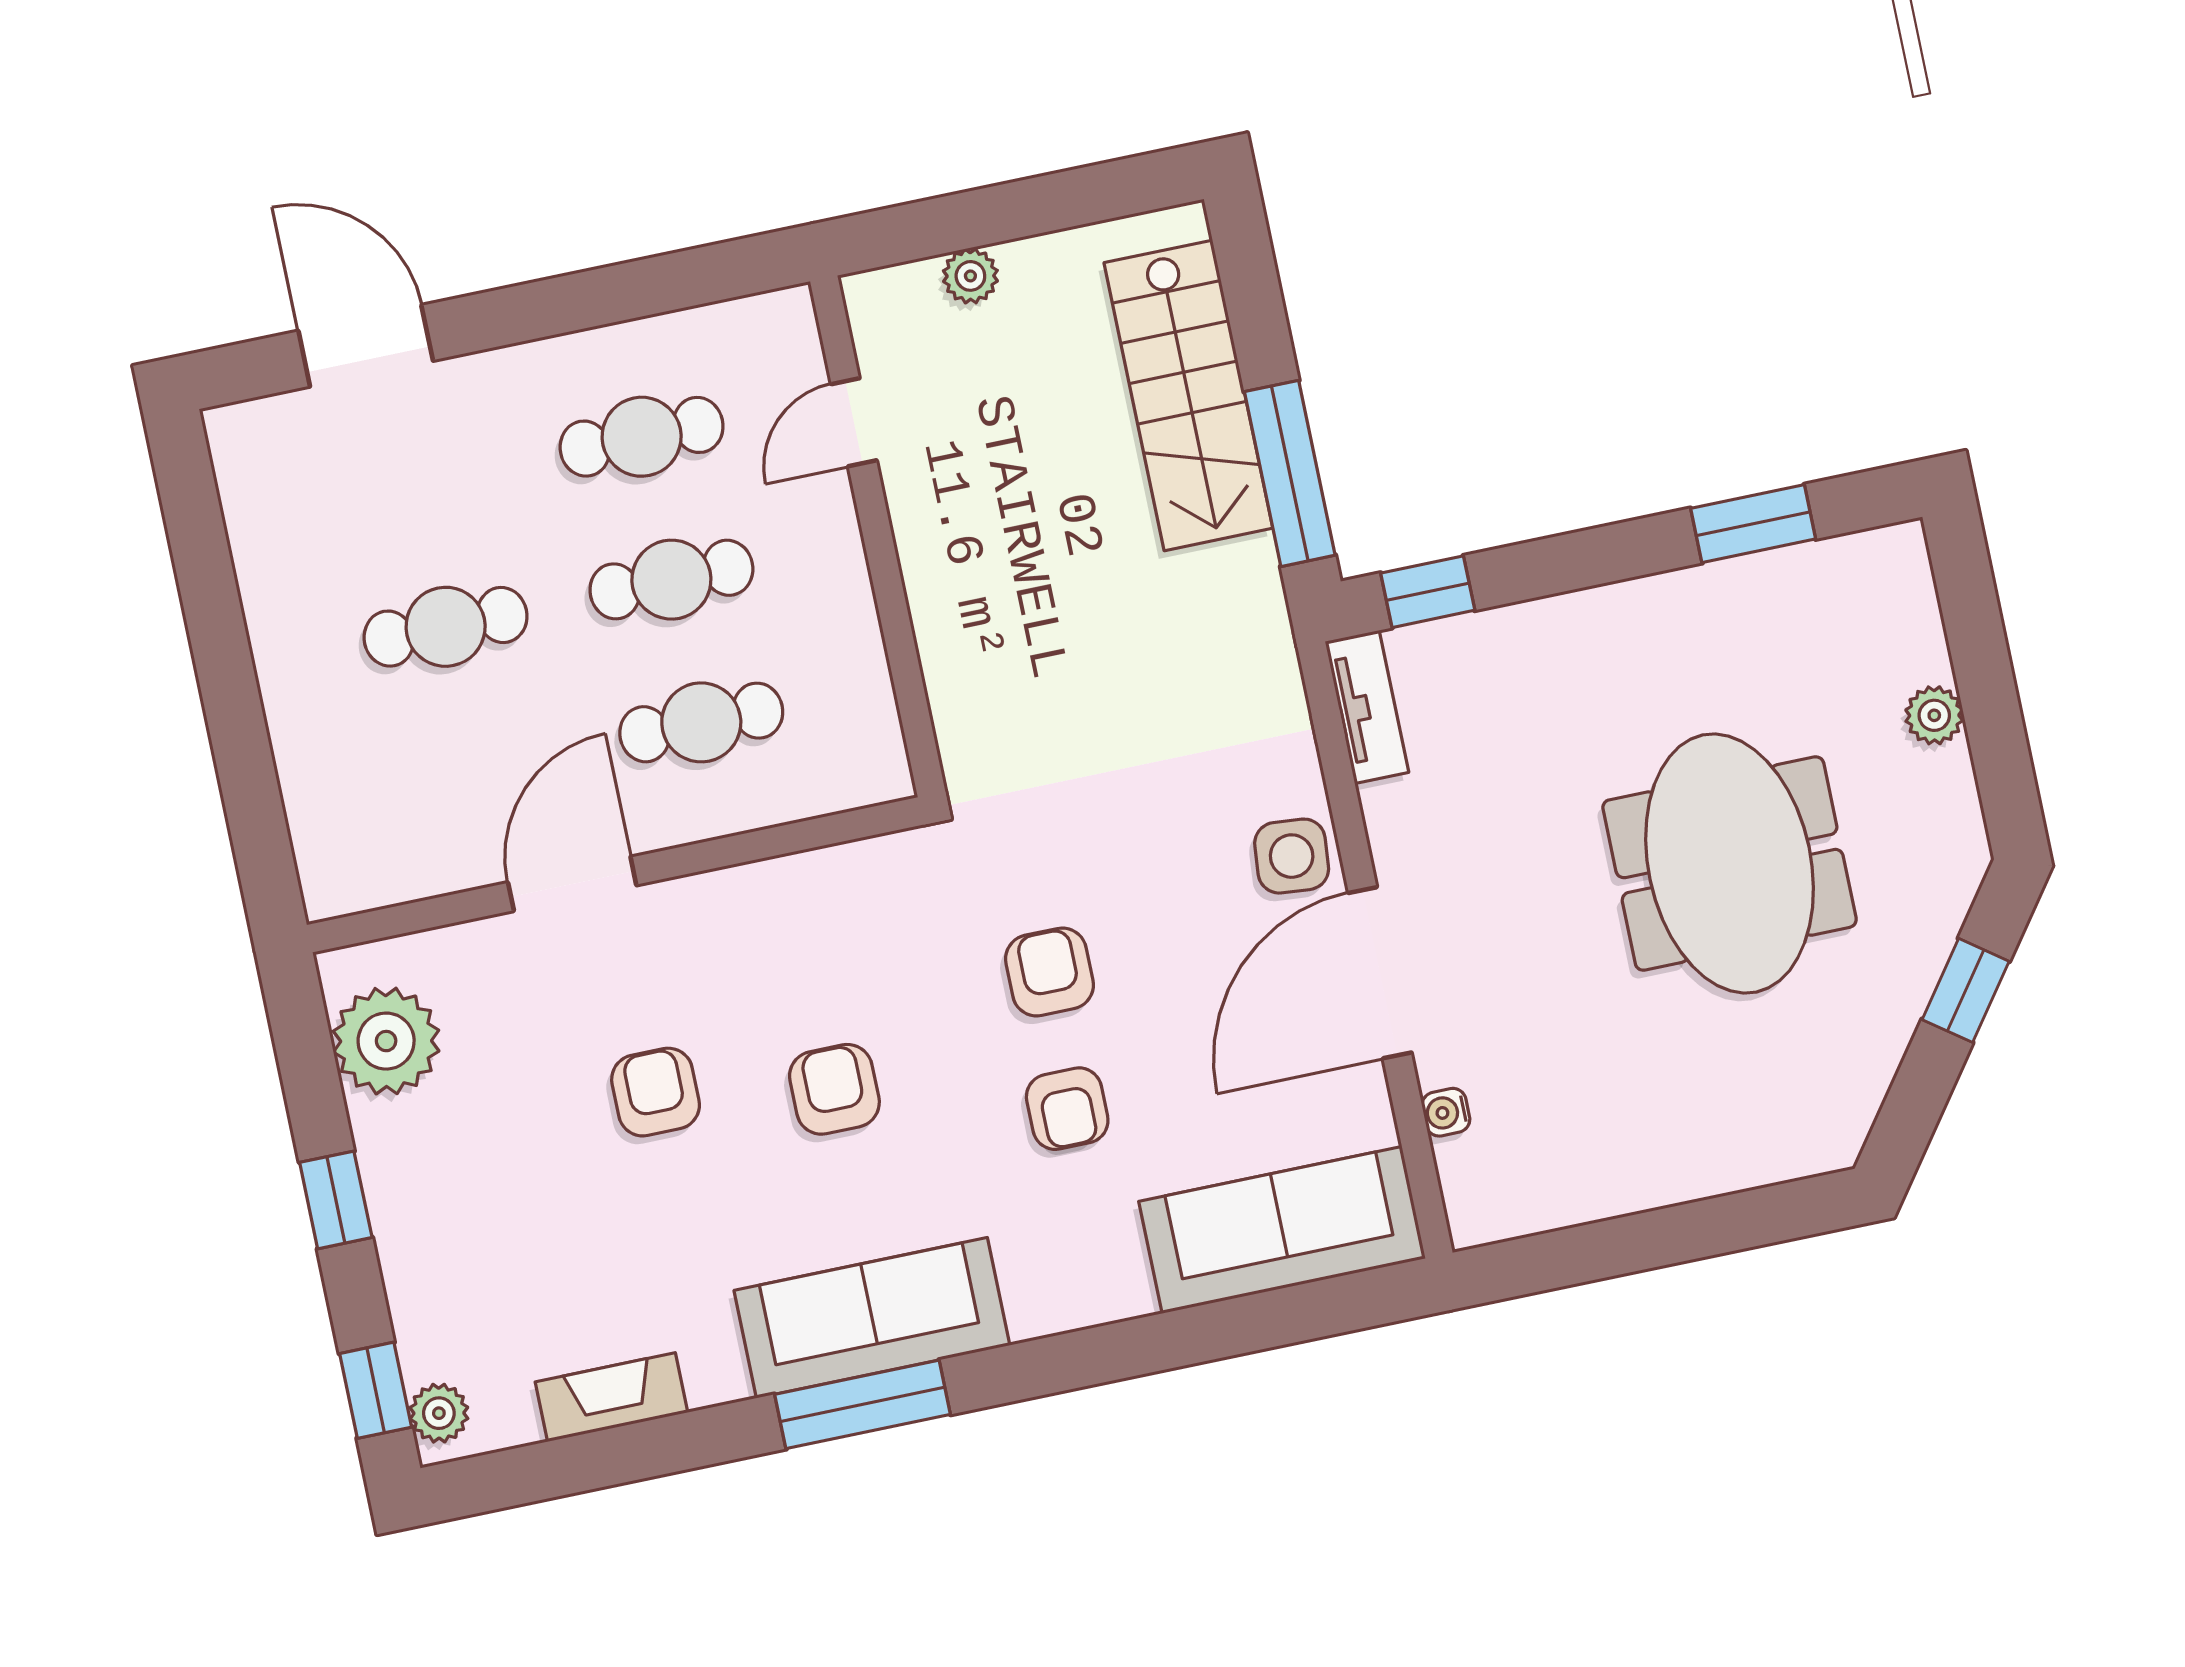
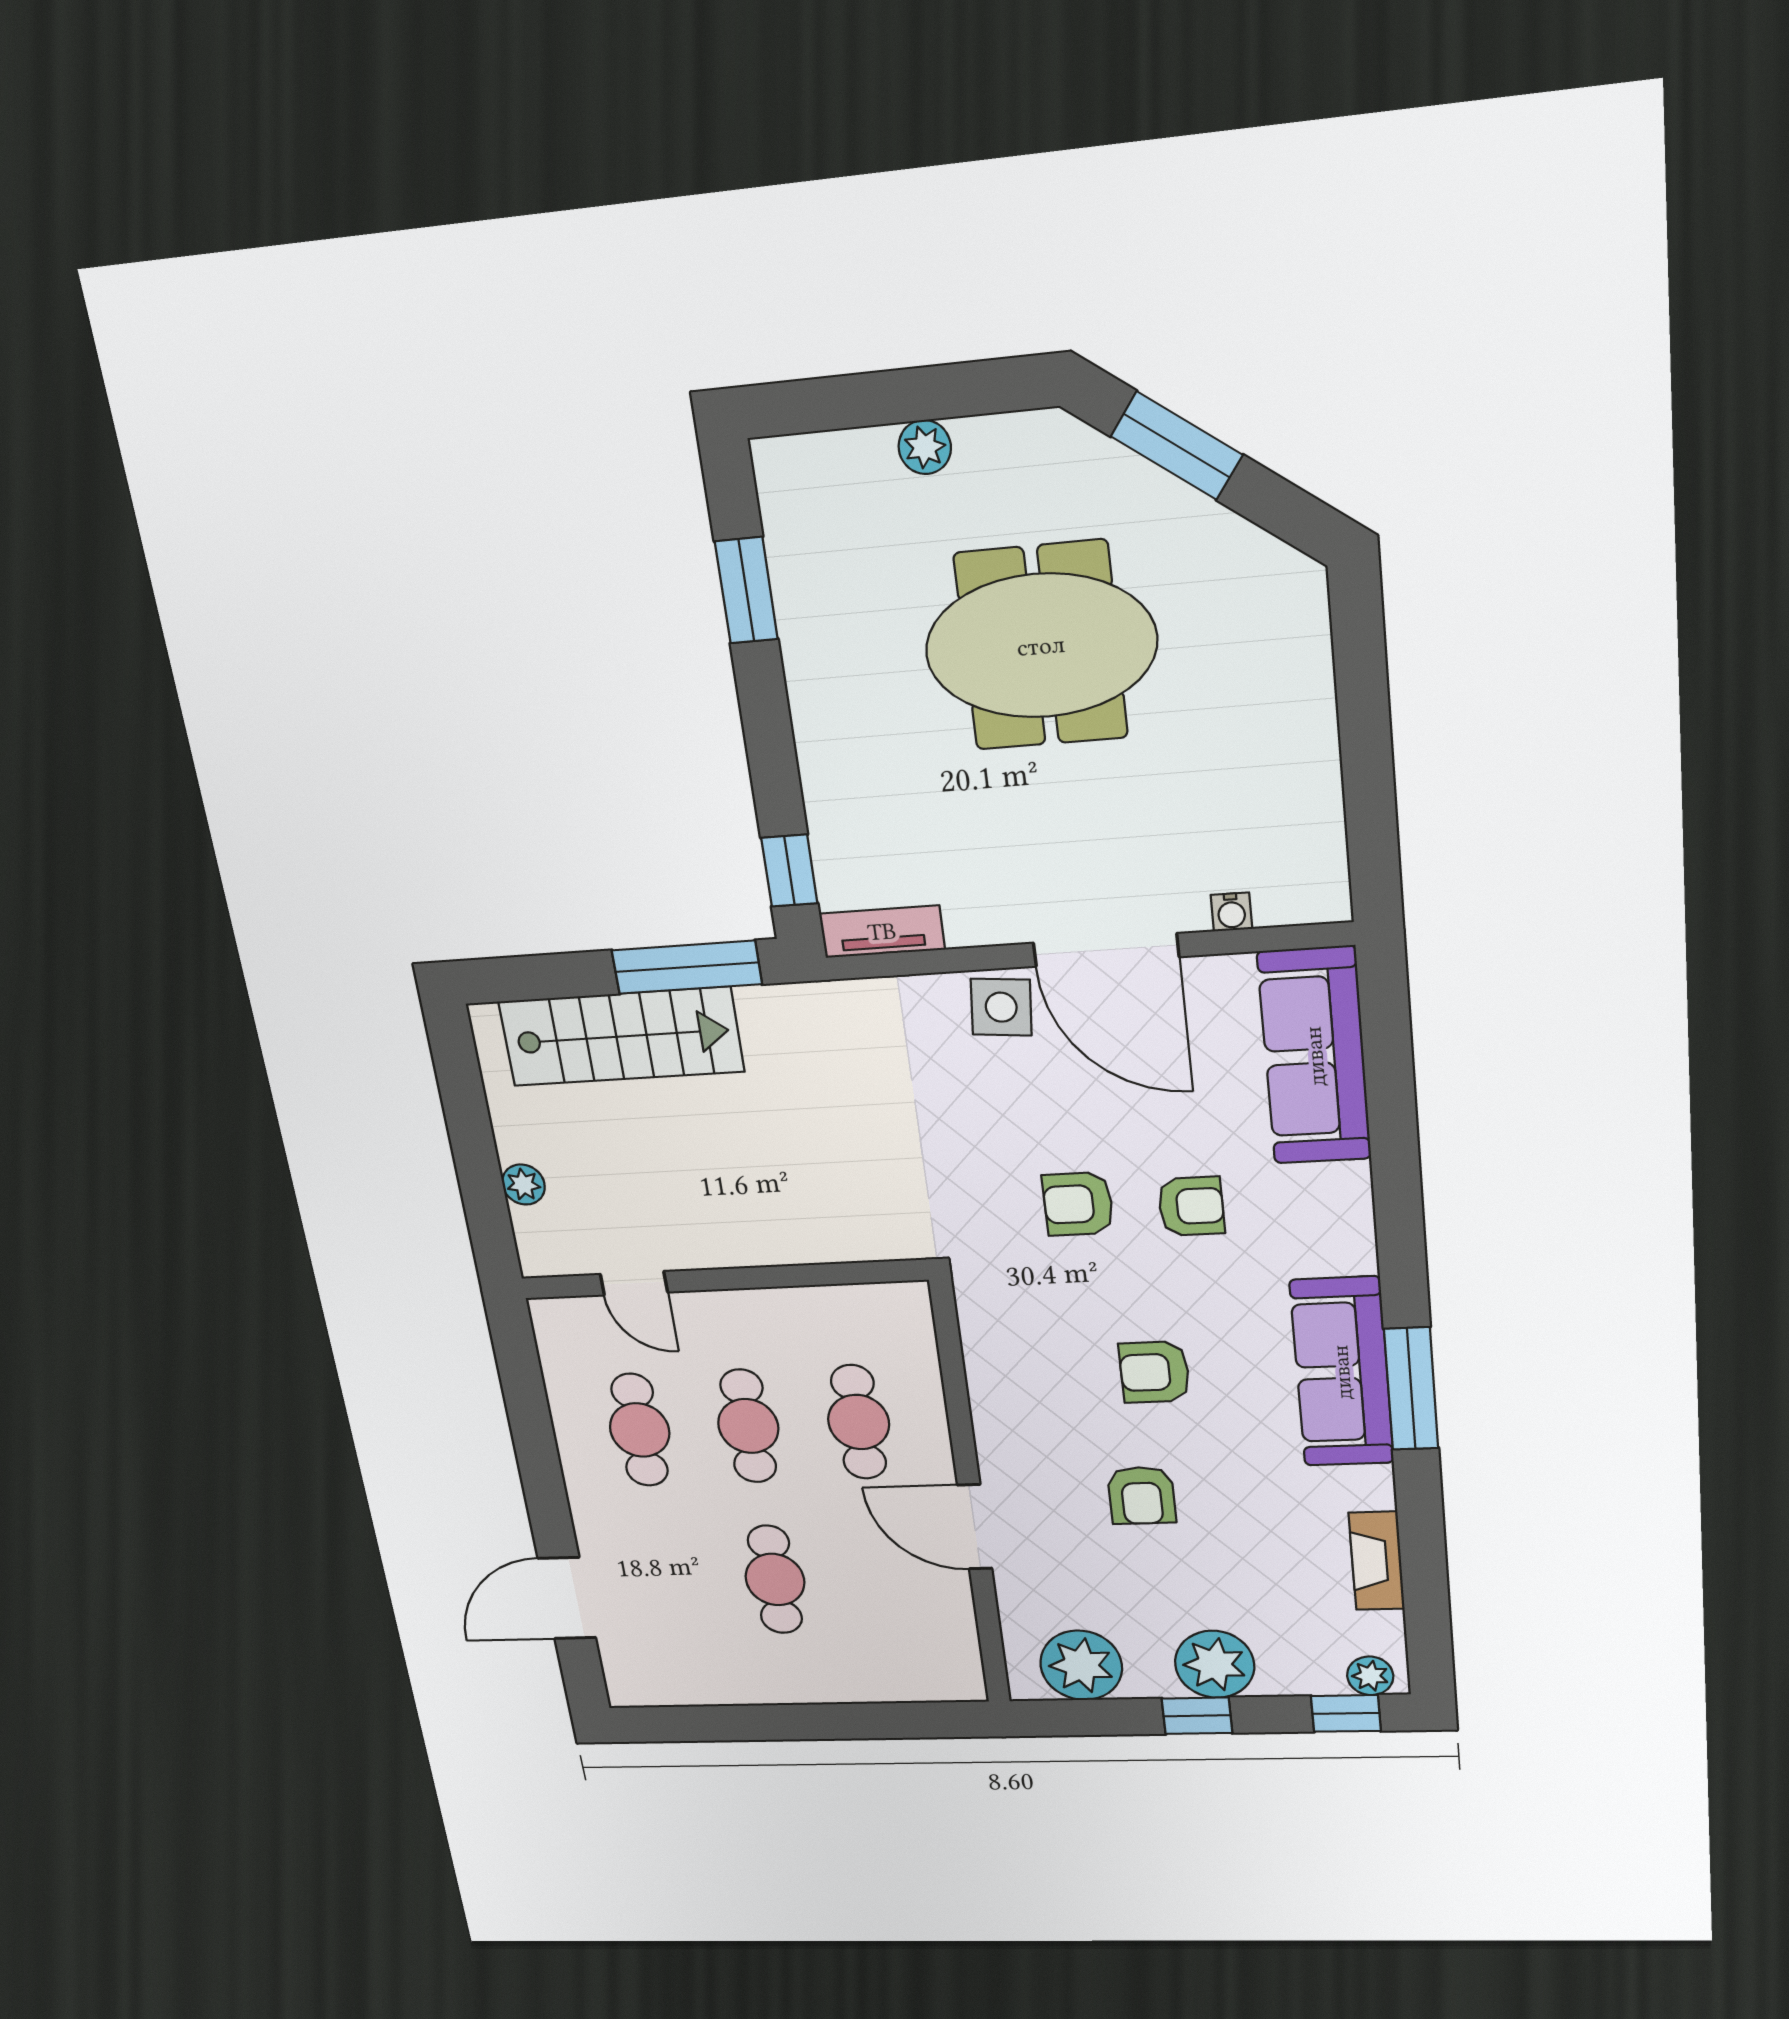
window: (1966, 990) -> (1177, 446), width x1.50
armchair: (656, 1092) -> (1142, 1495), turned -90
plant: (420, 1213) -> (1215, 1664), added

